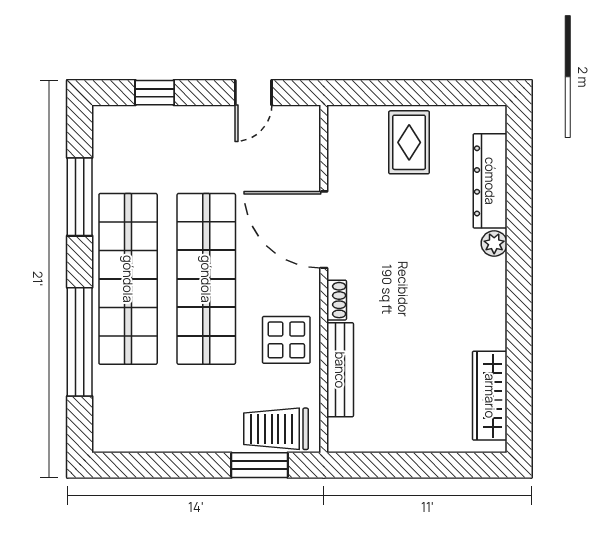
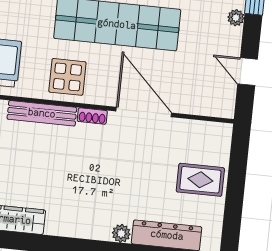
plant: (181, 116) -> (236, 18), added
door: (324, 230) -> (144, 112), hinge flipped

